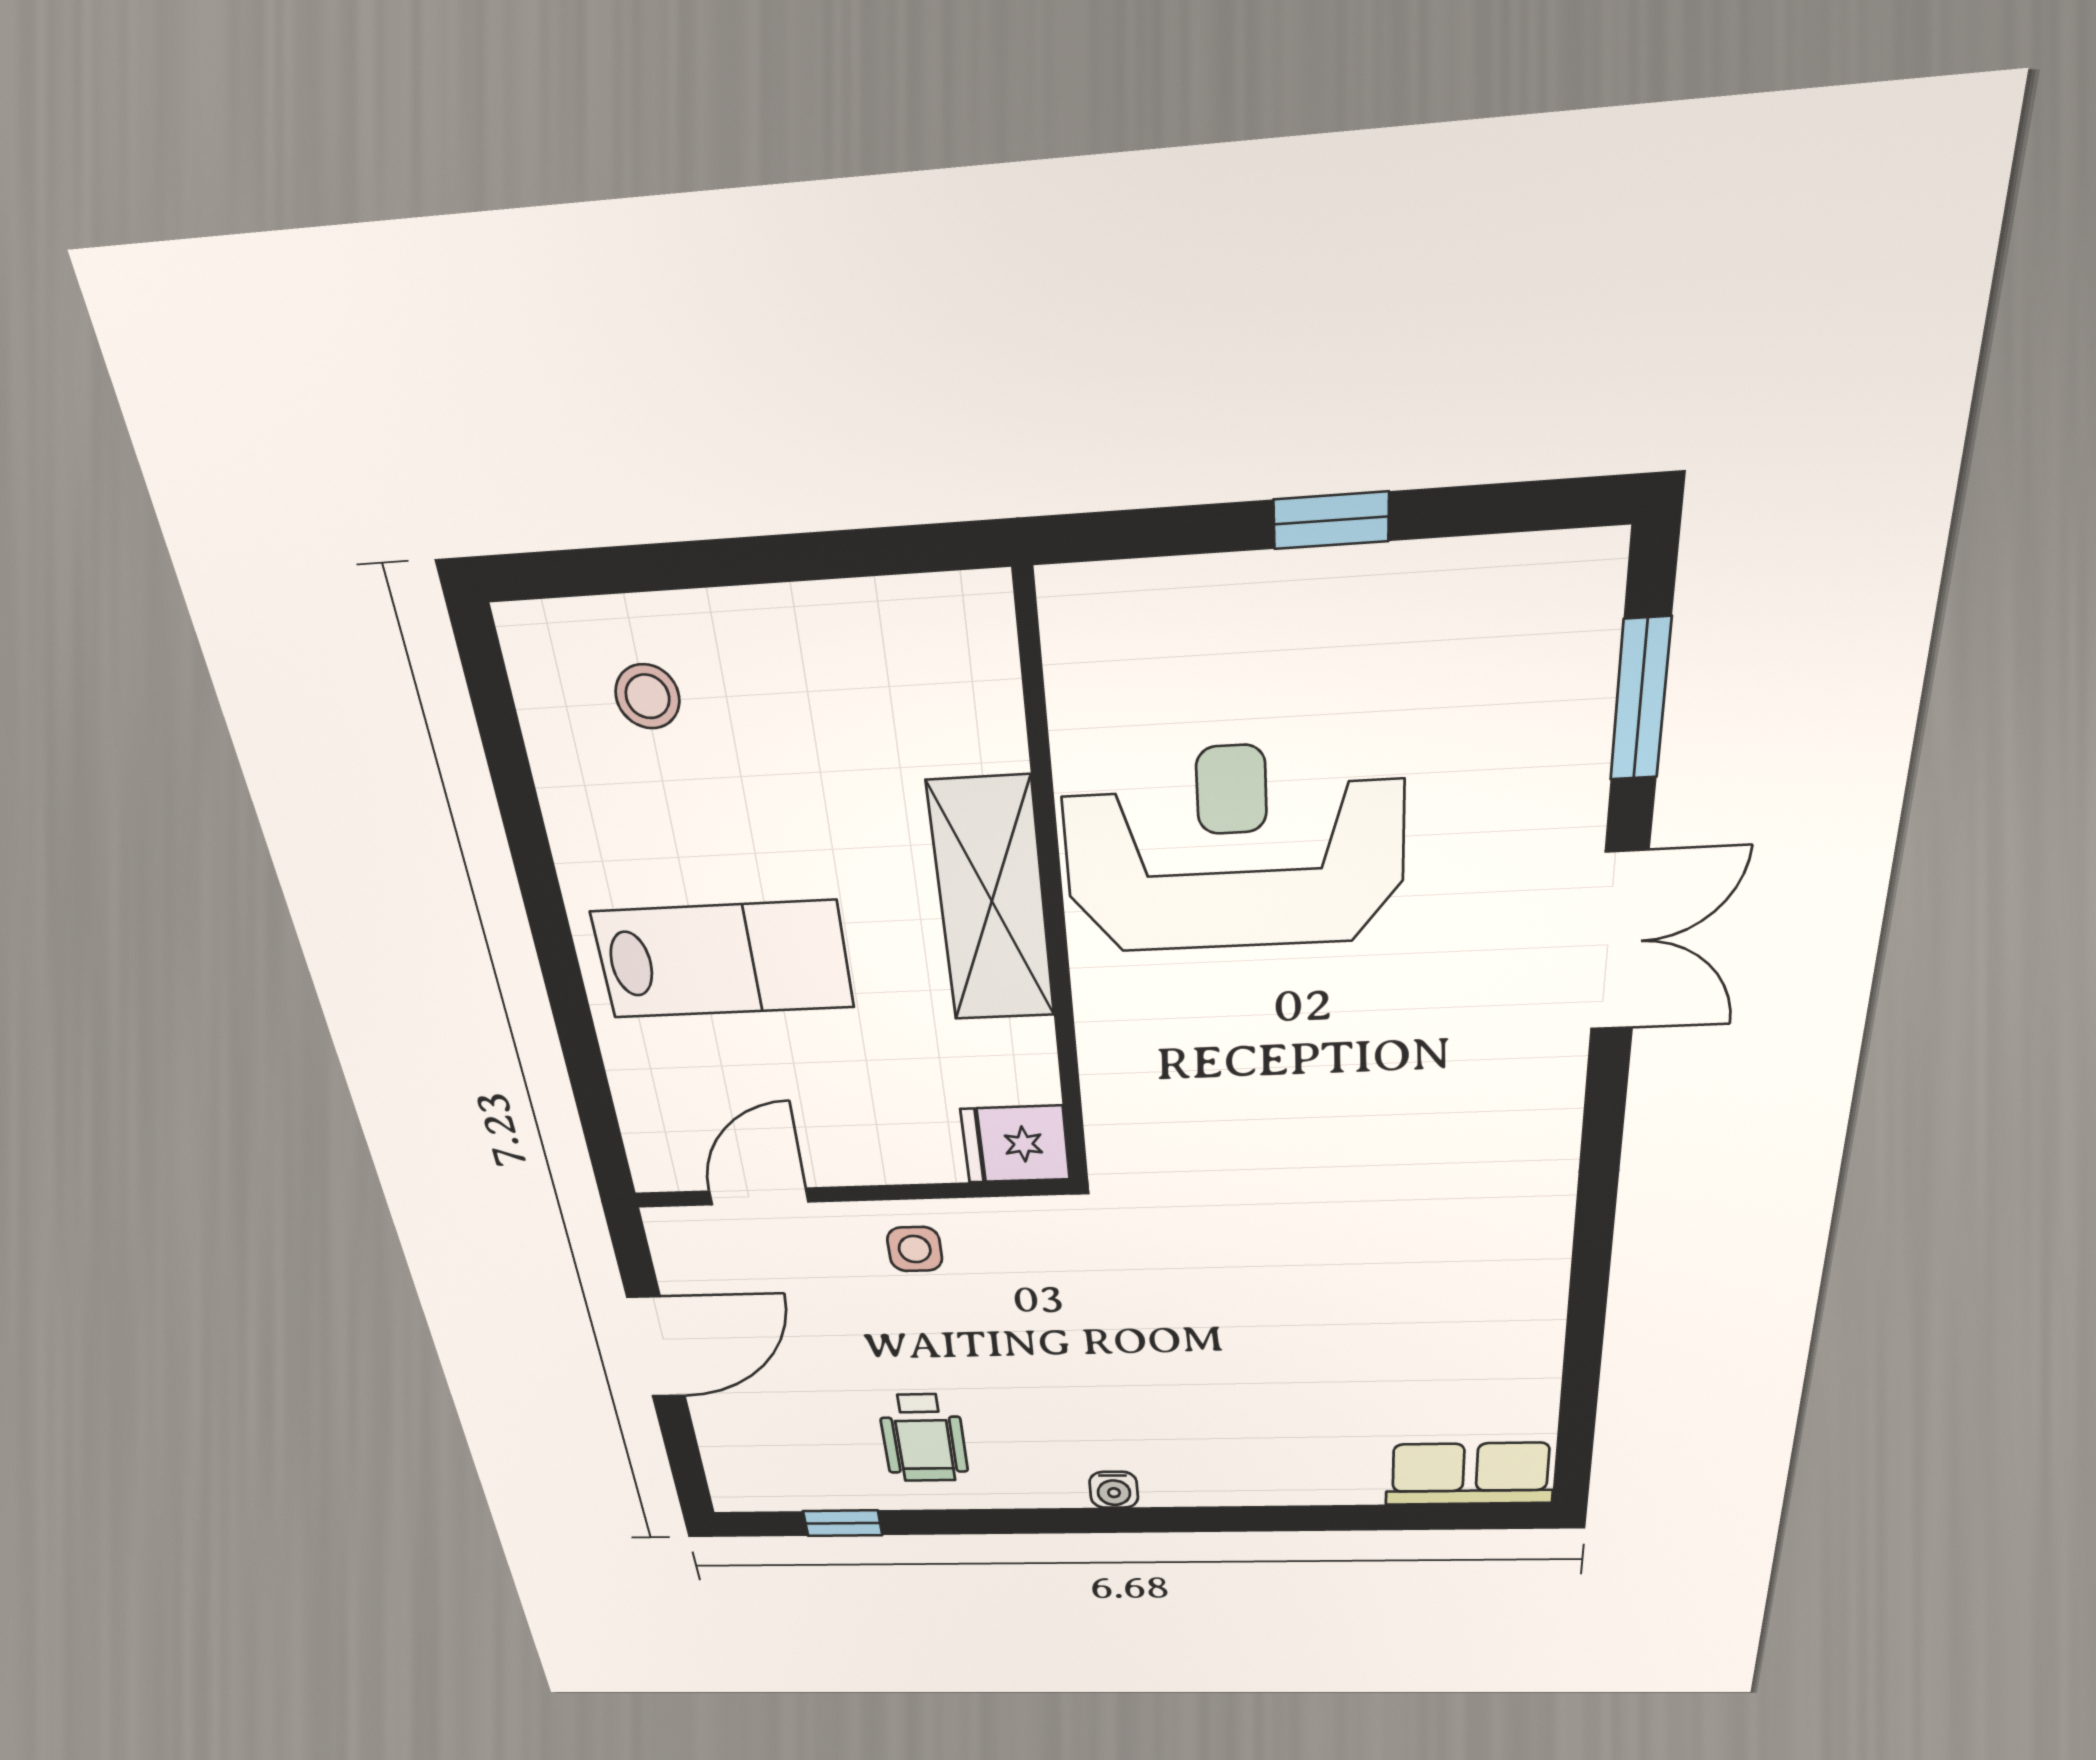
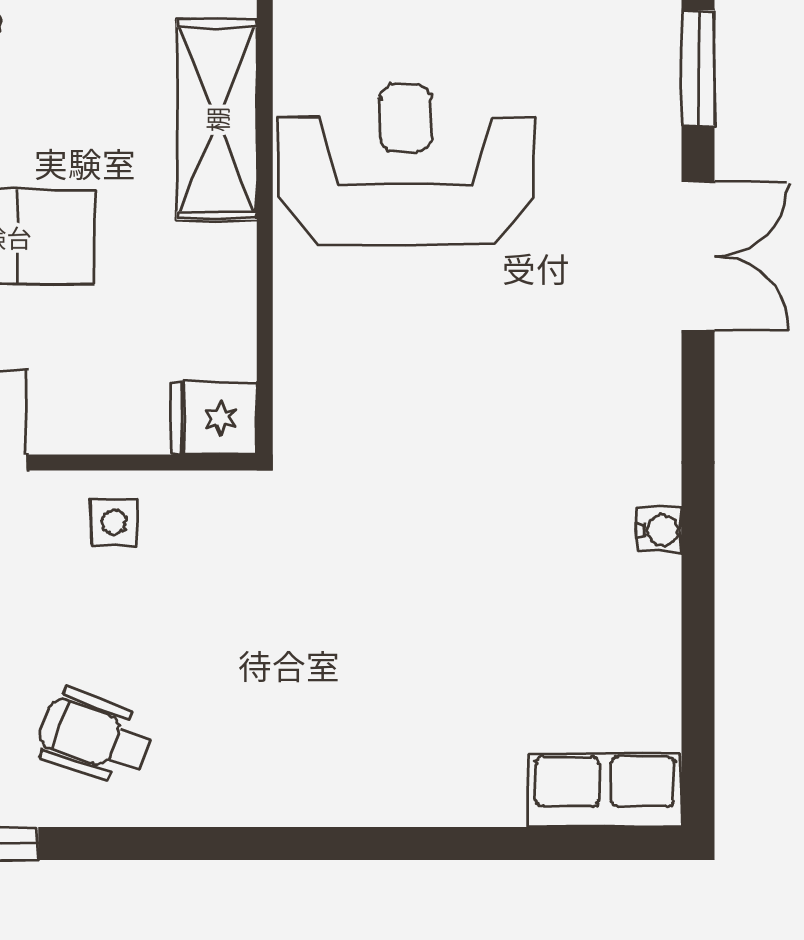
shelving: (992, 901) -> (217, 119), moved
wheelchair: (923, 1438) -> (95, 737), turned 110
water cooler: (1114, 1490) -> (659, 530), moved, turned -90

